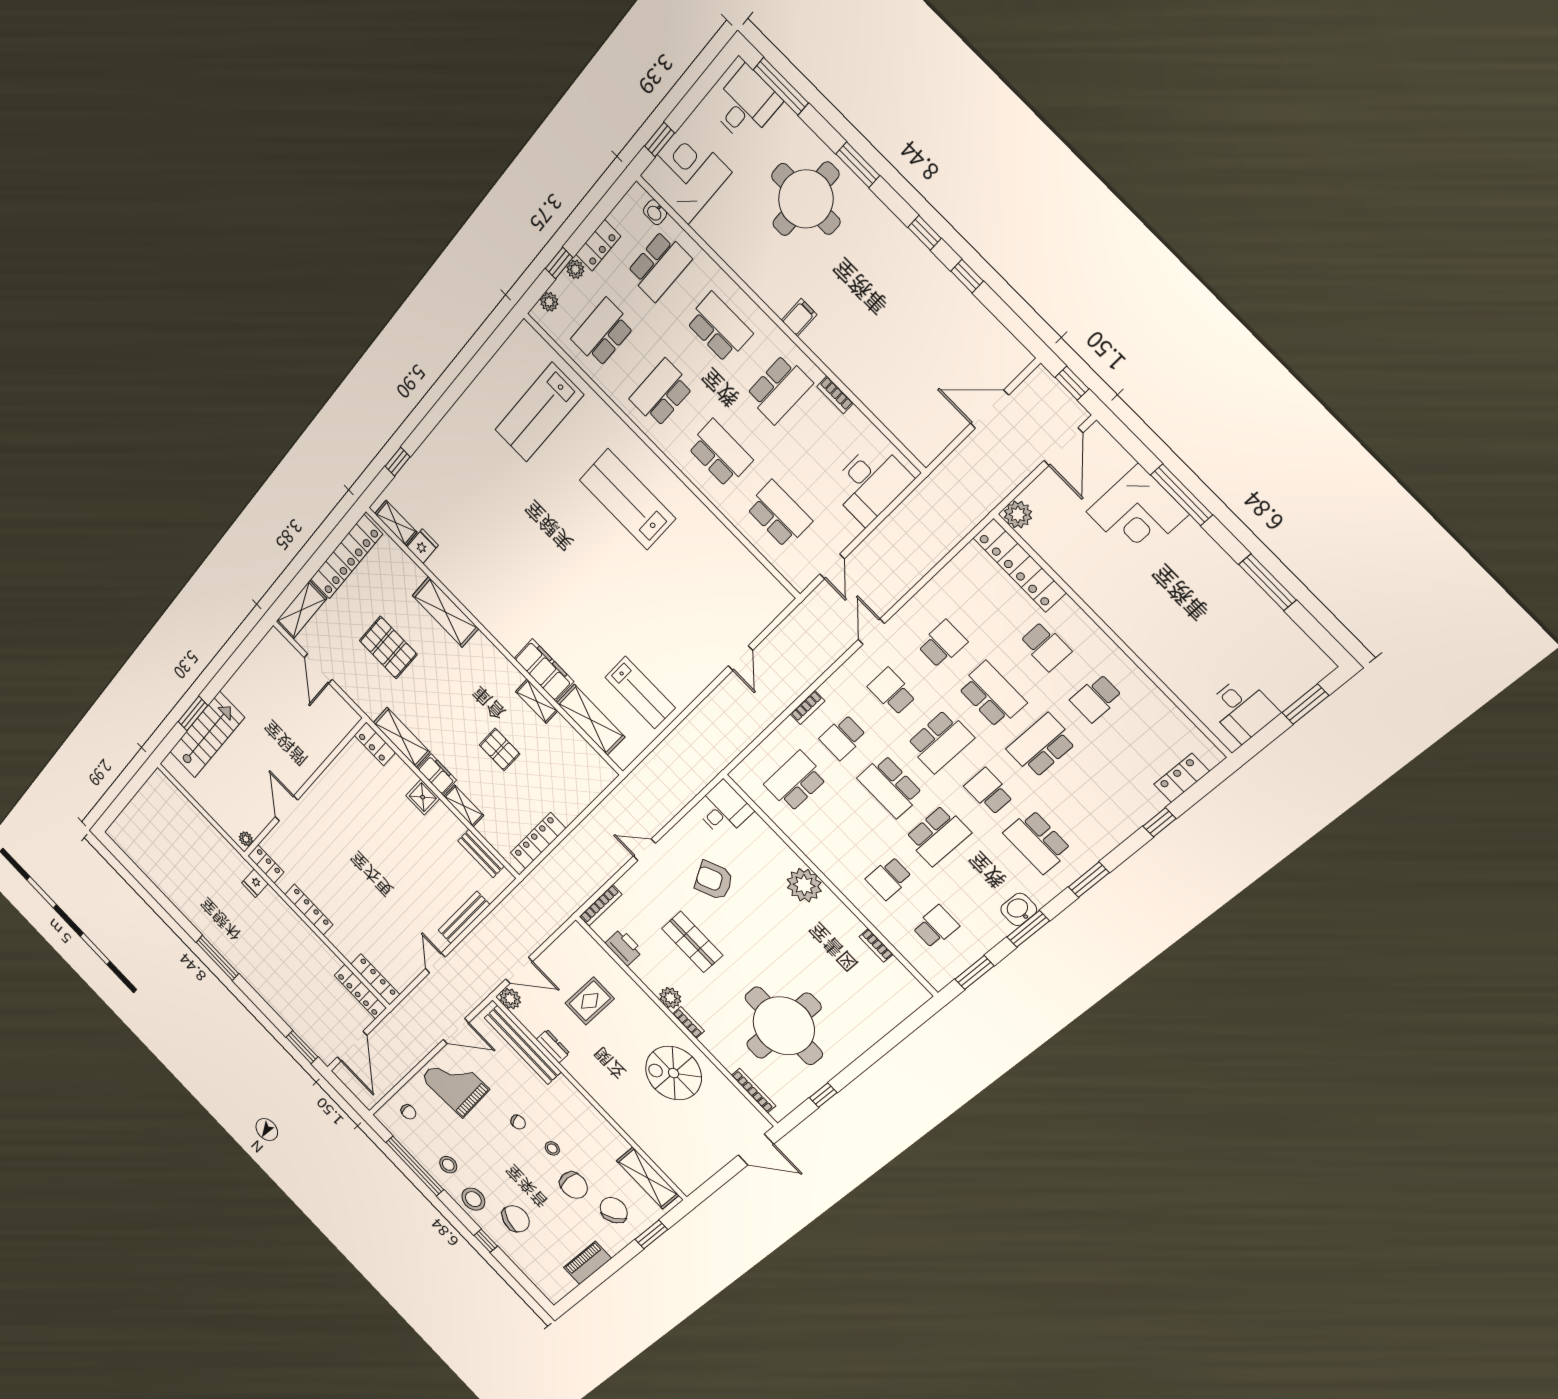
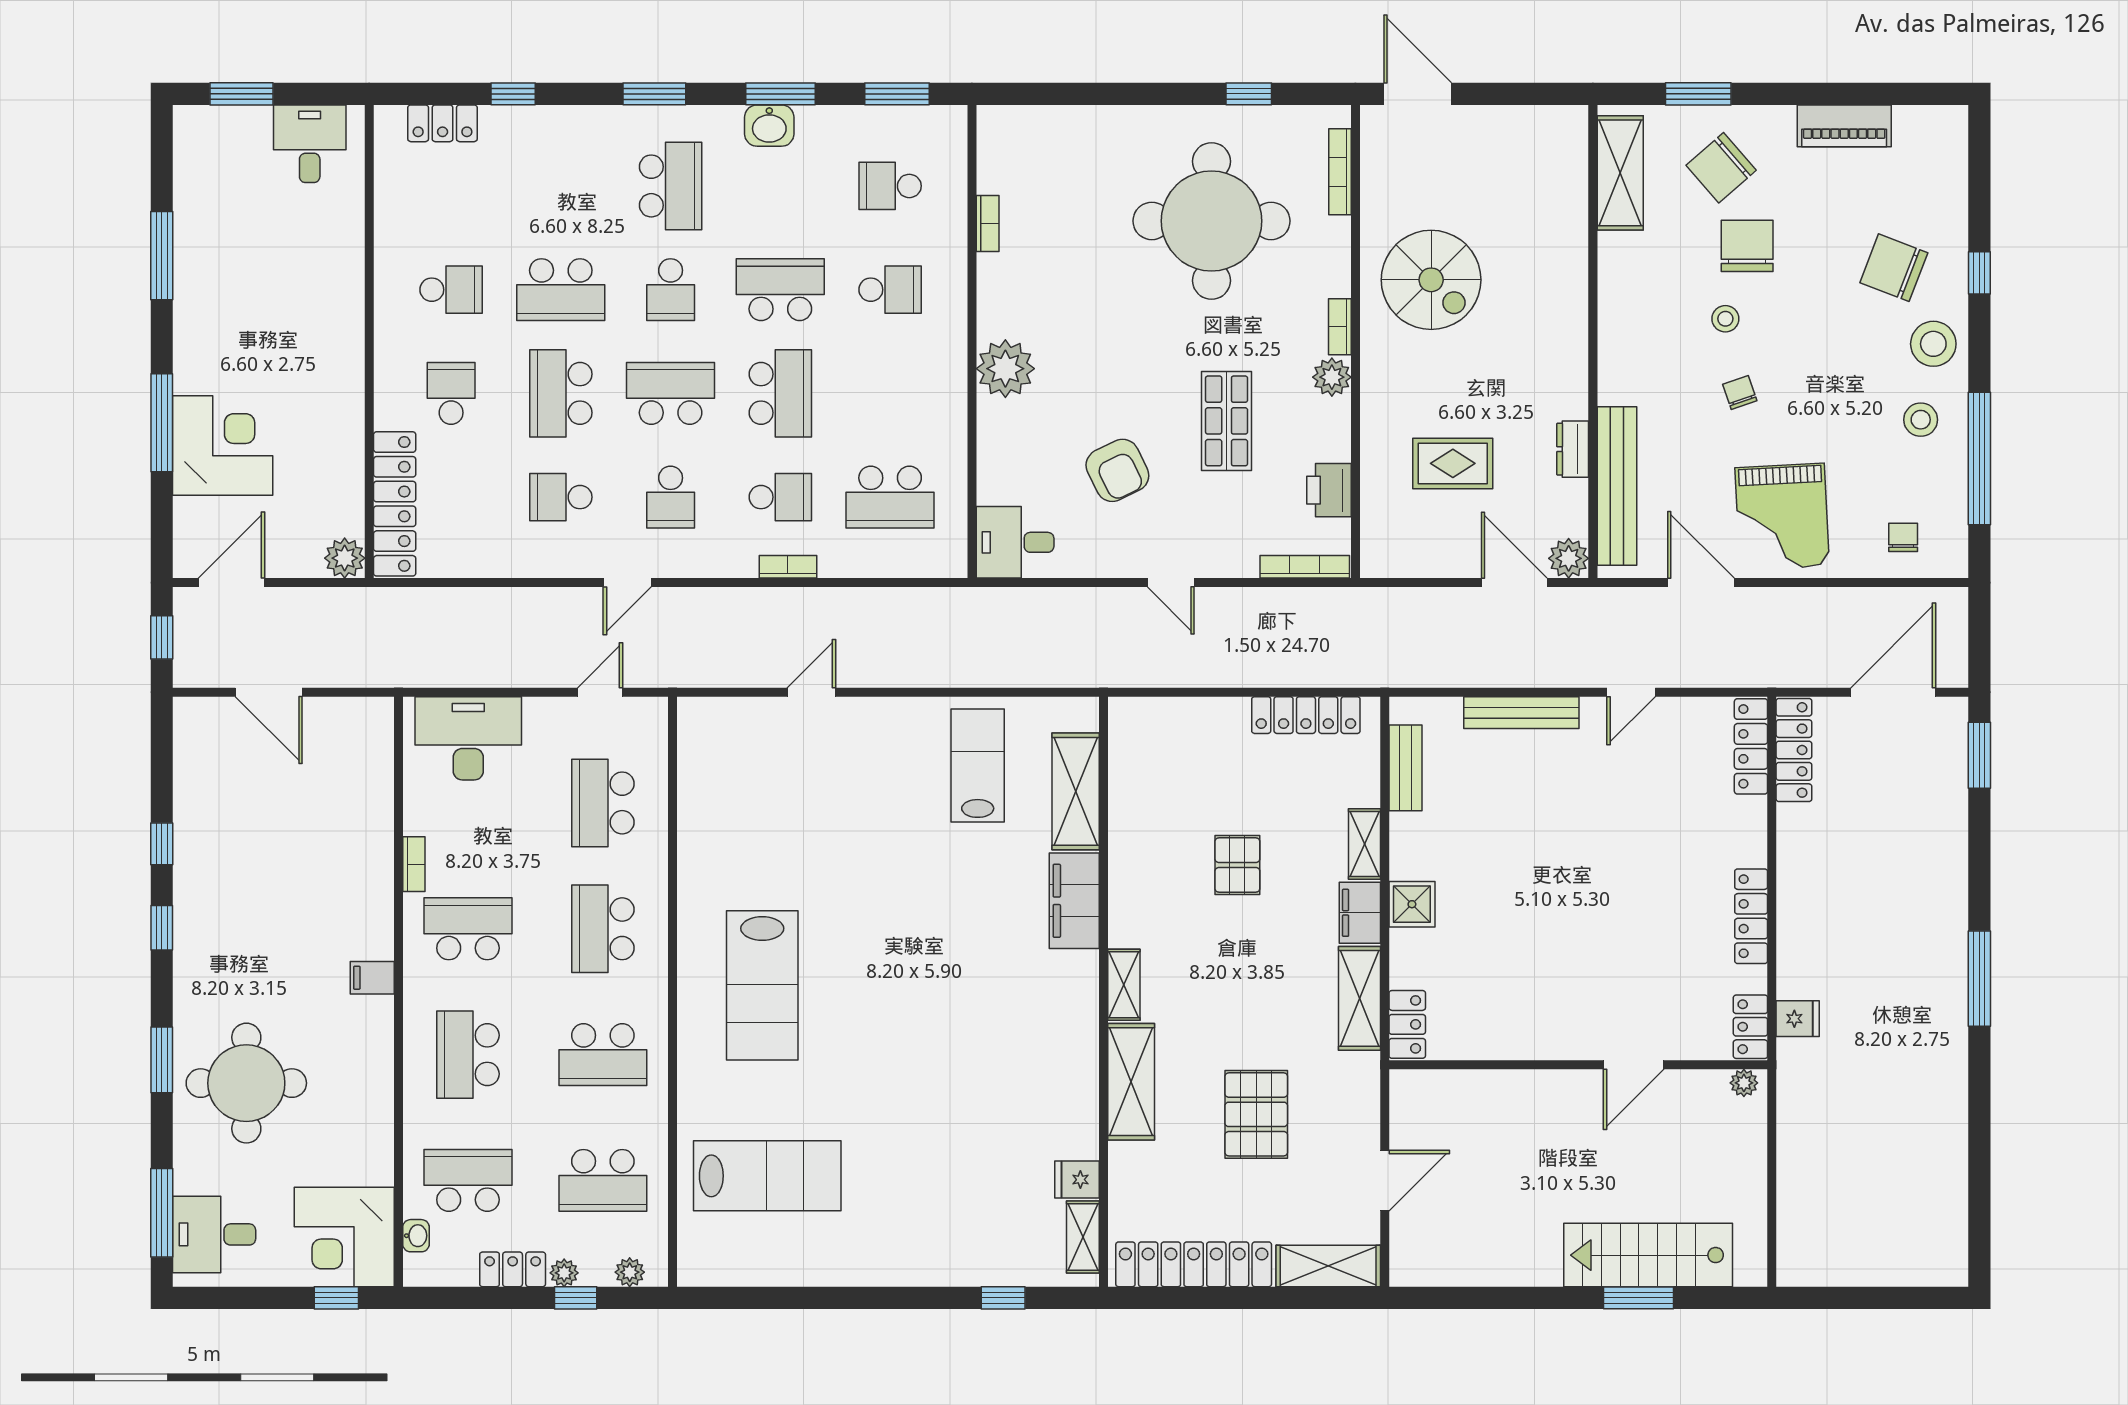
shelving: (537, 701) -> (1124, 985), moved

